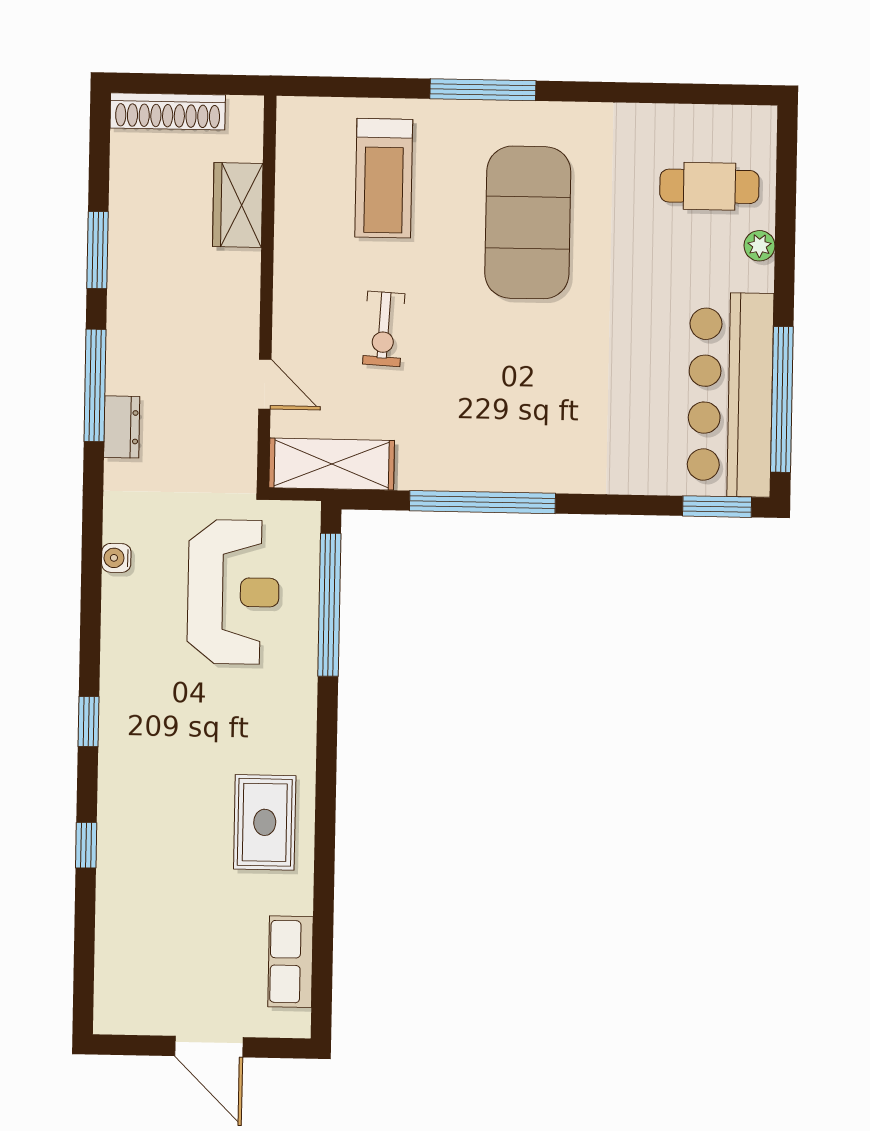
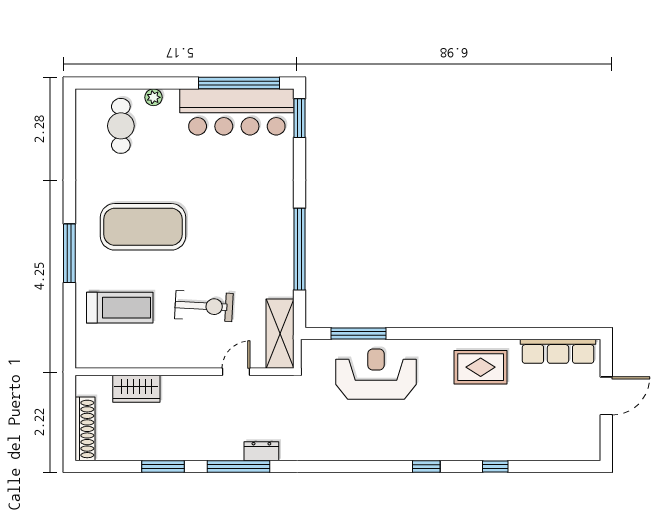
exercise bike: (384, 329) -> (204, 306), width x1.38, depth x1.39
water cooler: (116, 558) -> (335, 453), removed
reception desk: (233, 592) -> (376, 374), moved
window: (329, 605) -> (358, 333), width x0.68
row of seats: (291, 962) -> (558, 351), width x1.48

